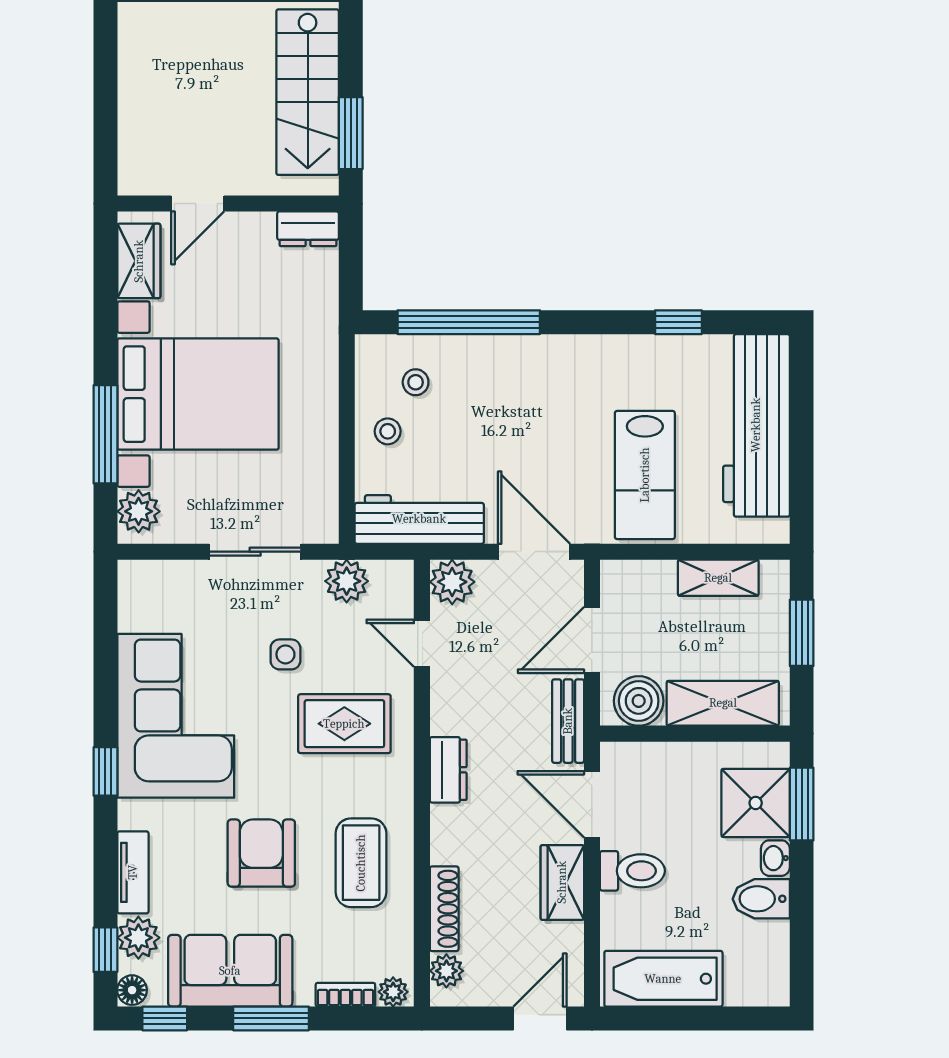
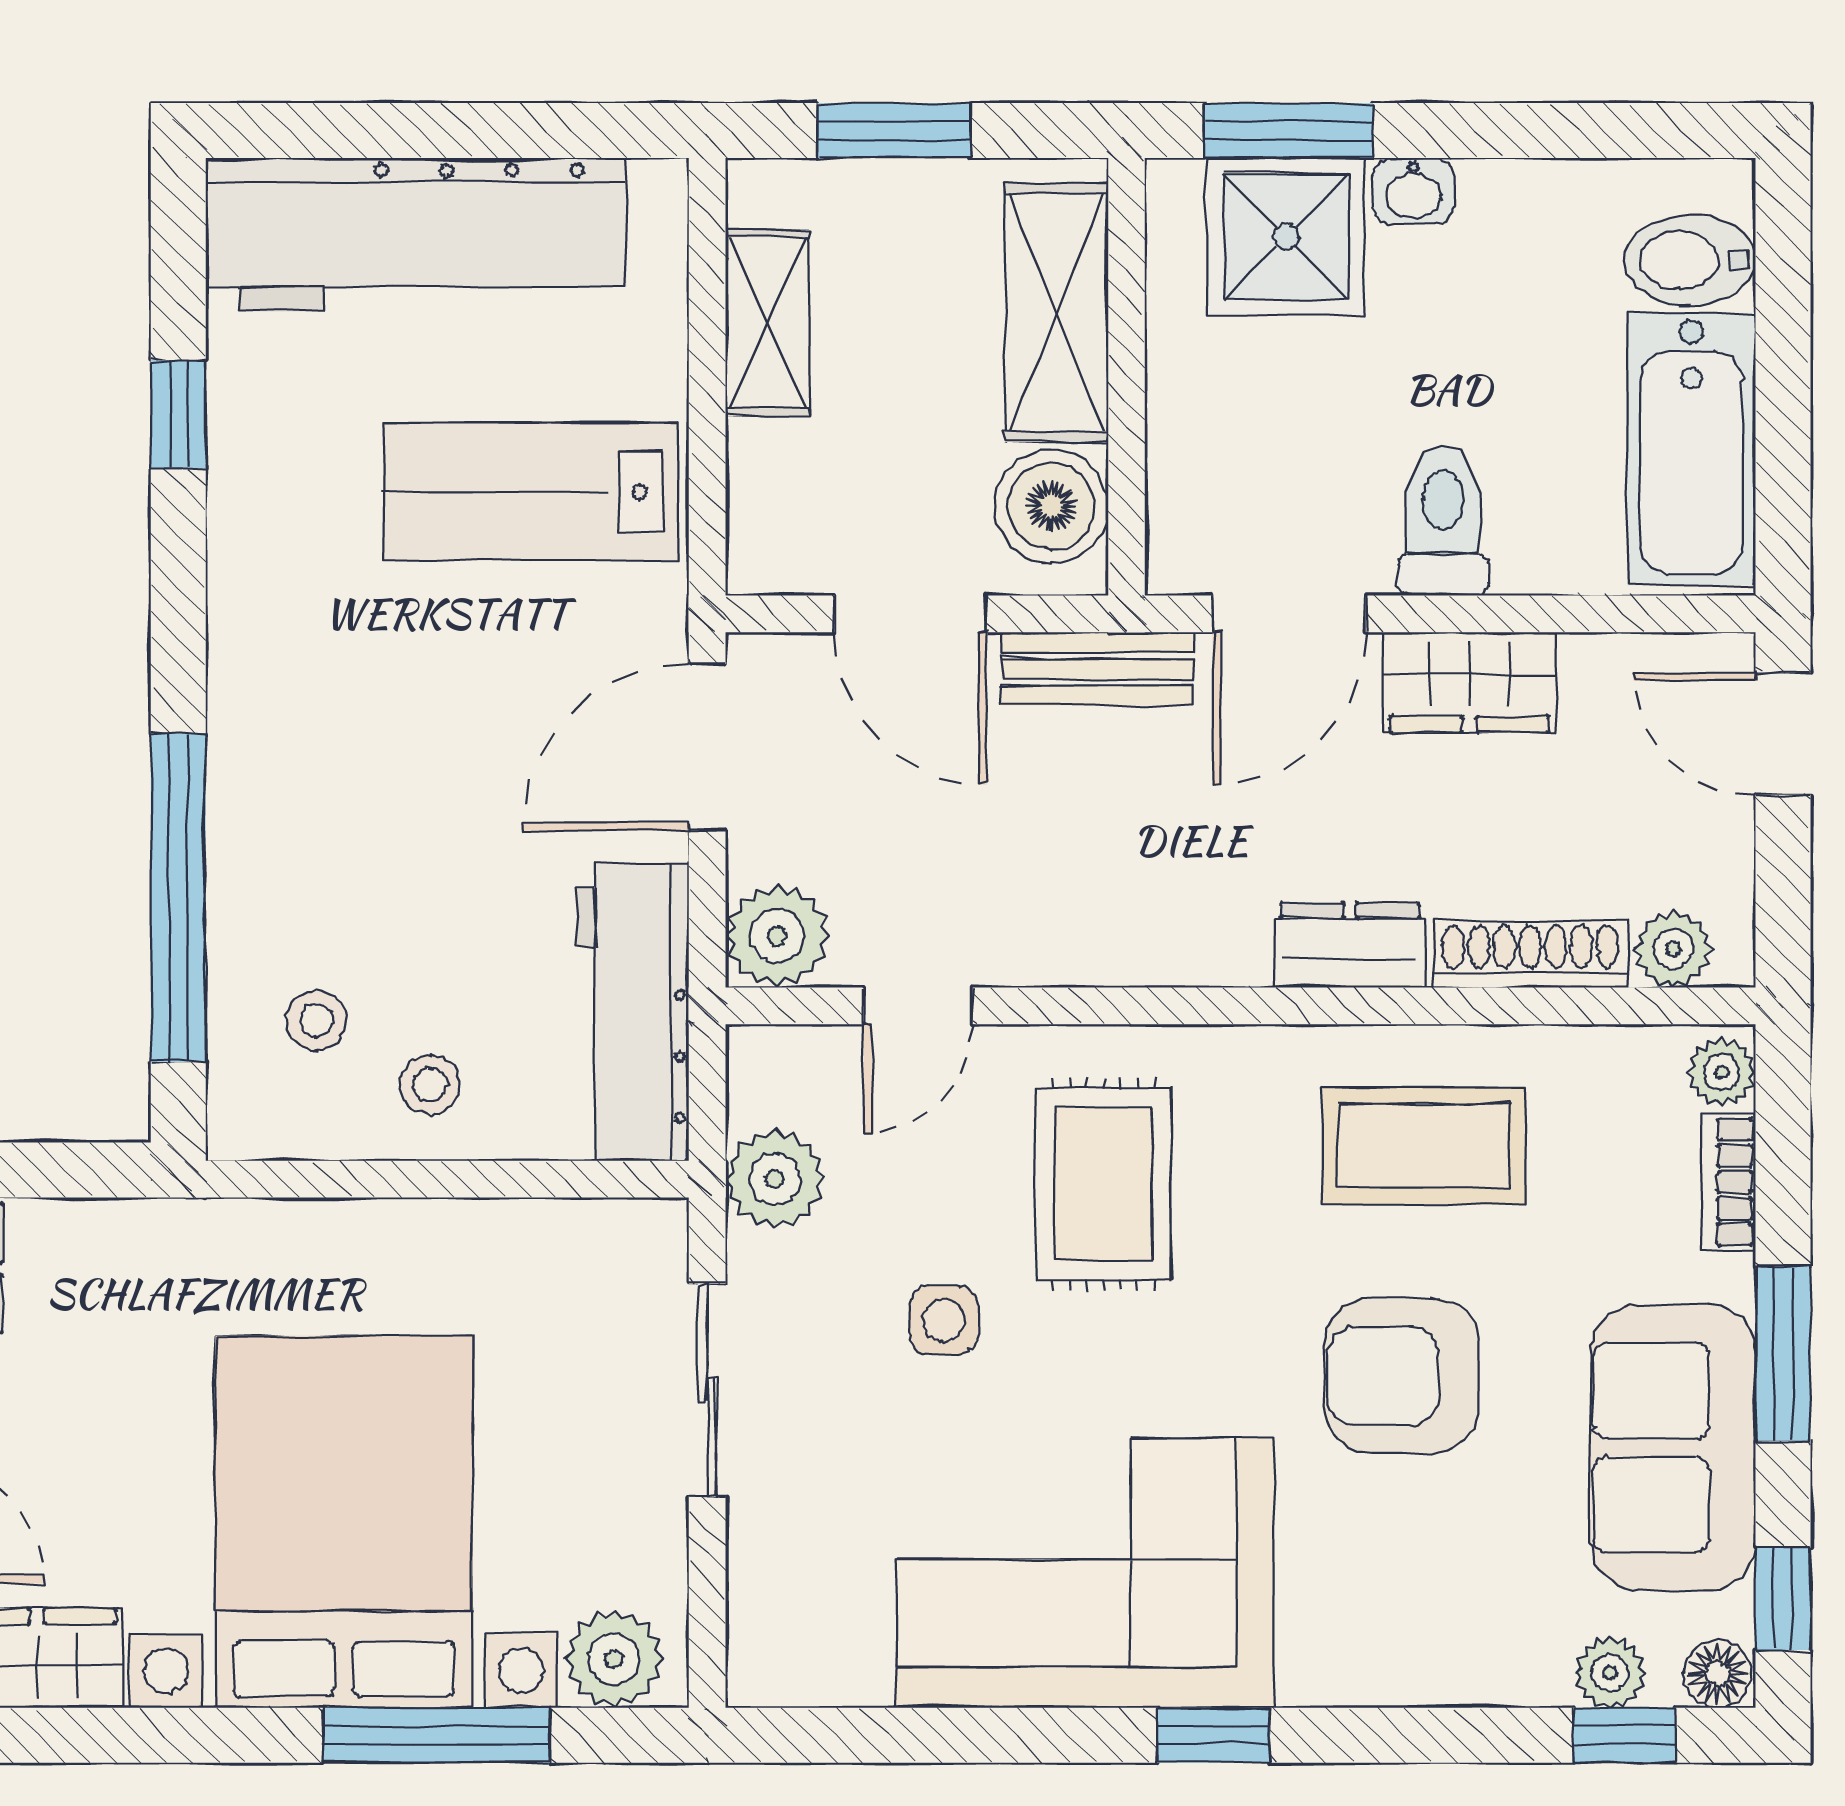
lab bench: (645, 475) -> (530, 492), turned 180
dresser: (448, 770) -> (1350, 945), moved
tv unit: (133, 872) -> (1446, 1672), removed
bidet: (761, 899) -> (1690, 260), moved, turned 90
plant: (138, 938) -> (1610, 1672), width x0.73, depth x0.73

